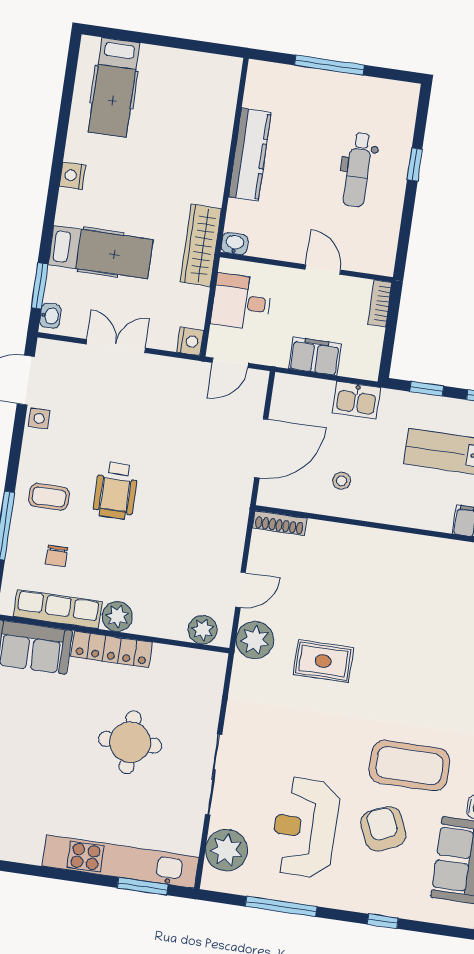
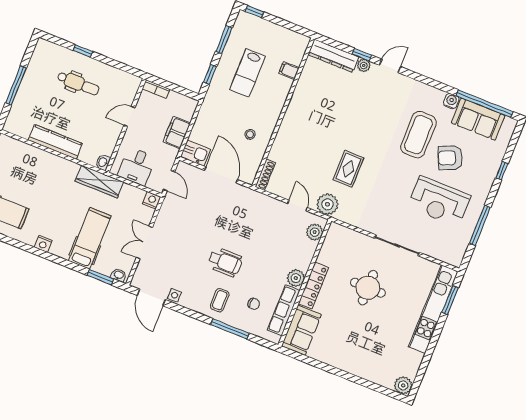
kitchen sink: (356, 400) -> (196, 153), moved, turned -90
plant: (226, 850) -> (441, 248), removed

